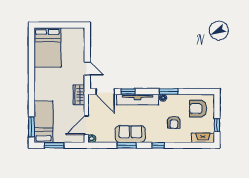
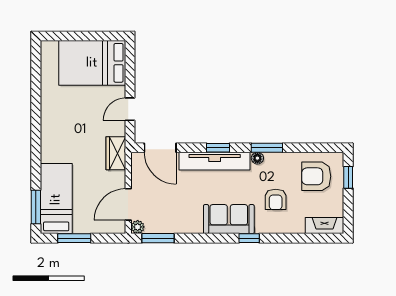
bed: (47, 48) -> (92, 63), moved, turned 90
door: (87, 69) -> (130, 109), swing flipped
window: (128, 92) -> (218, 148), moved
window: (217, 125) -> (348, 177), moved
sofa: (130, 134) -> (229, 219), moved
window: (127, 145) -> (158, 238), moved

